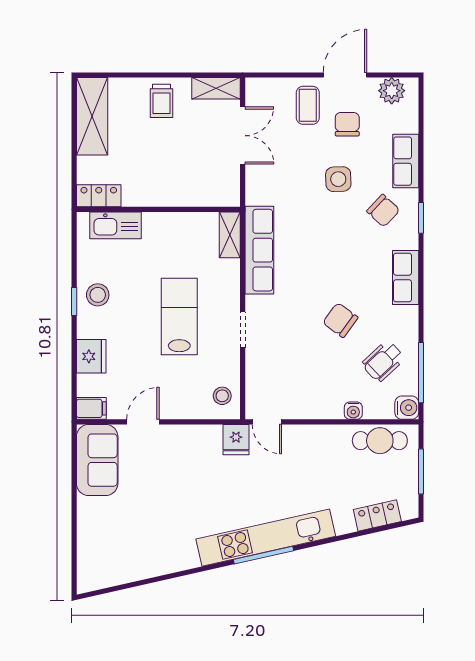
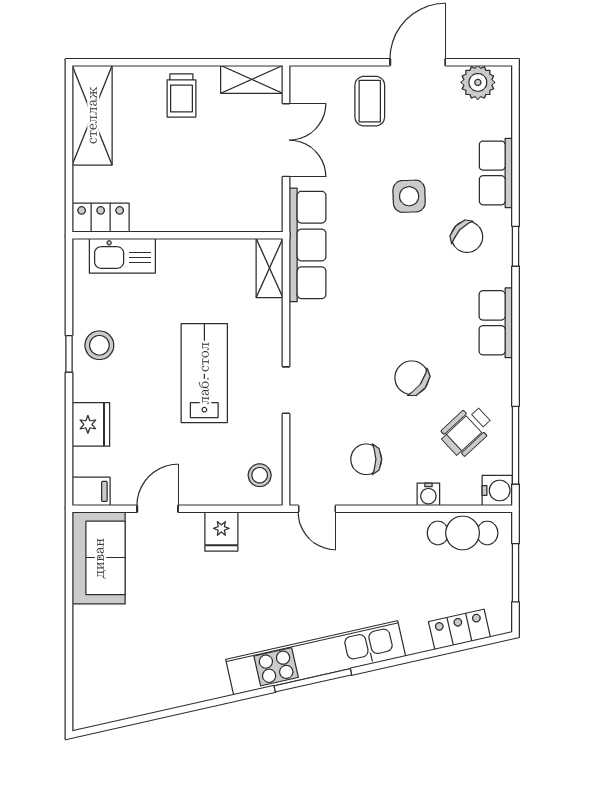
chair: (347, 124) -> (366, 459), moved, turned -90
row of seats: (259, 250) -> (307, 245), moved
fridge: (236, 440) -> (221, 532), moved

